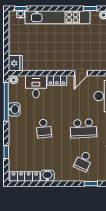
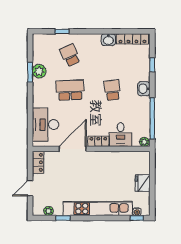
fridge: (15, 63) -> (143, 183), moved
door: (81, 73) -> (73, 149), width x1.87
washbasin: (14, 109) -> (144, 89), moved
school desk: (83, 161) -> (70, 55), turned -48

